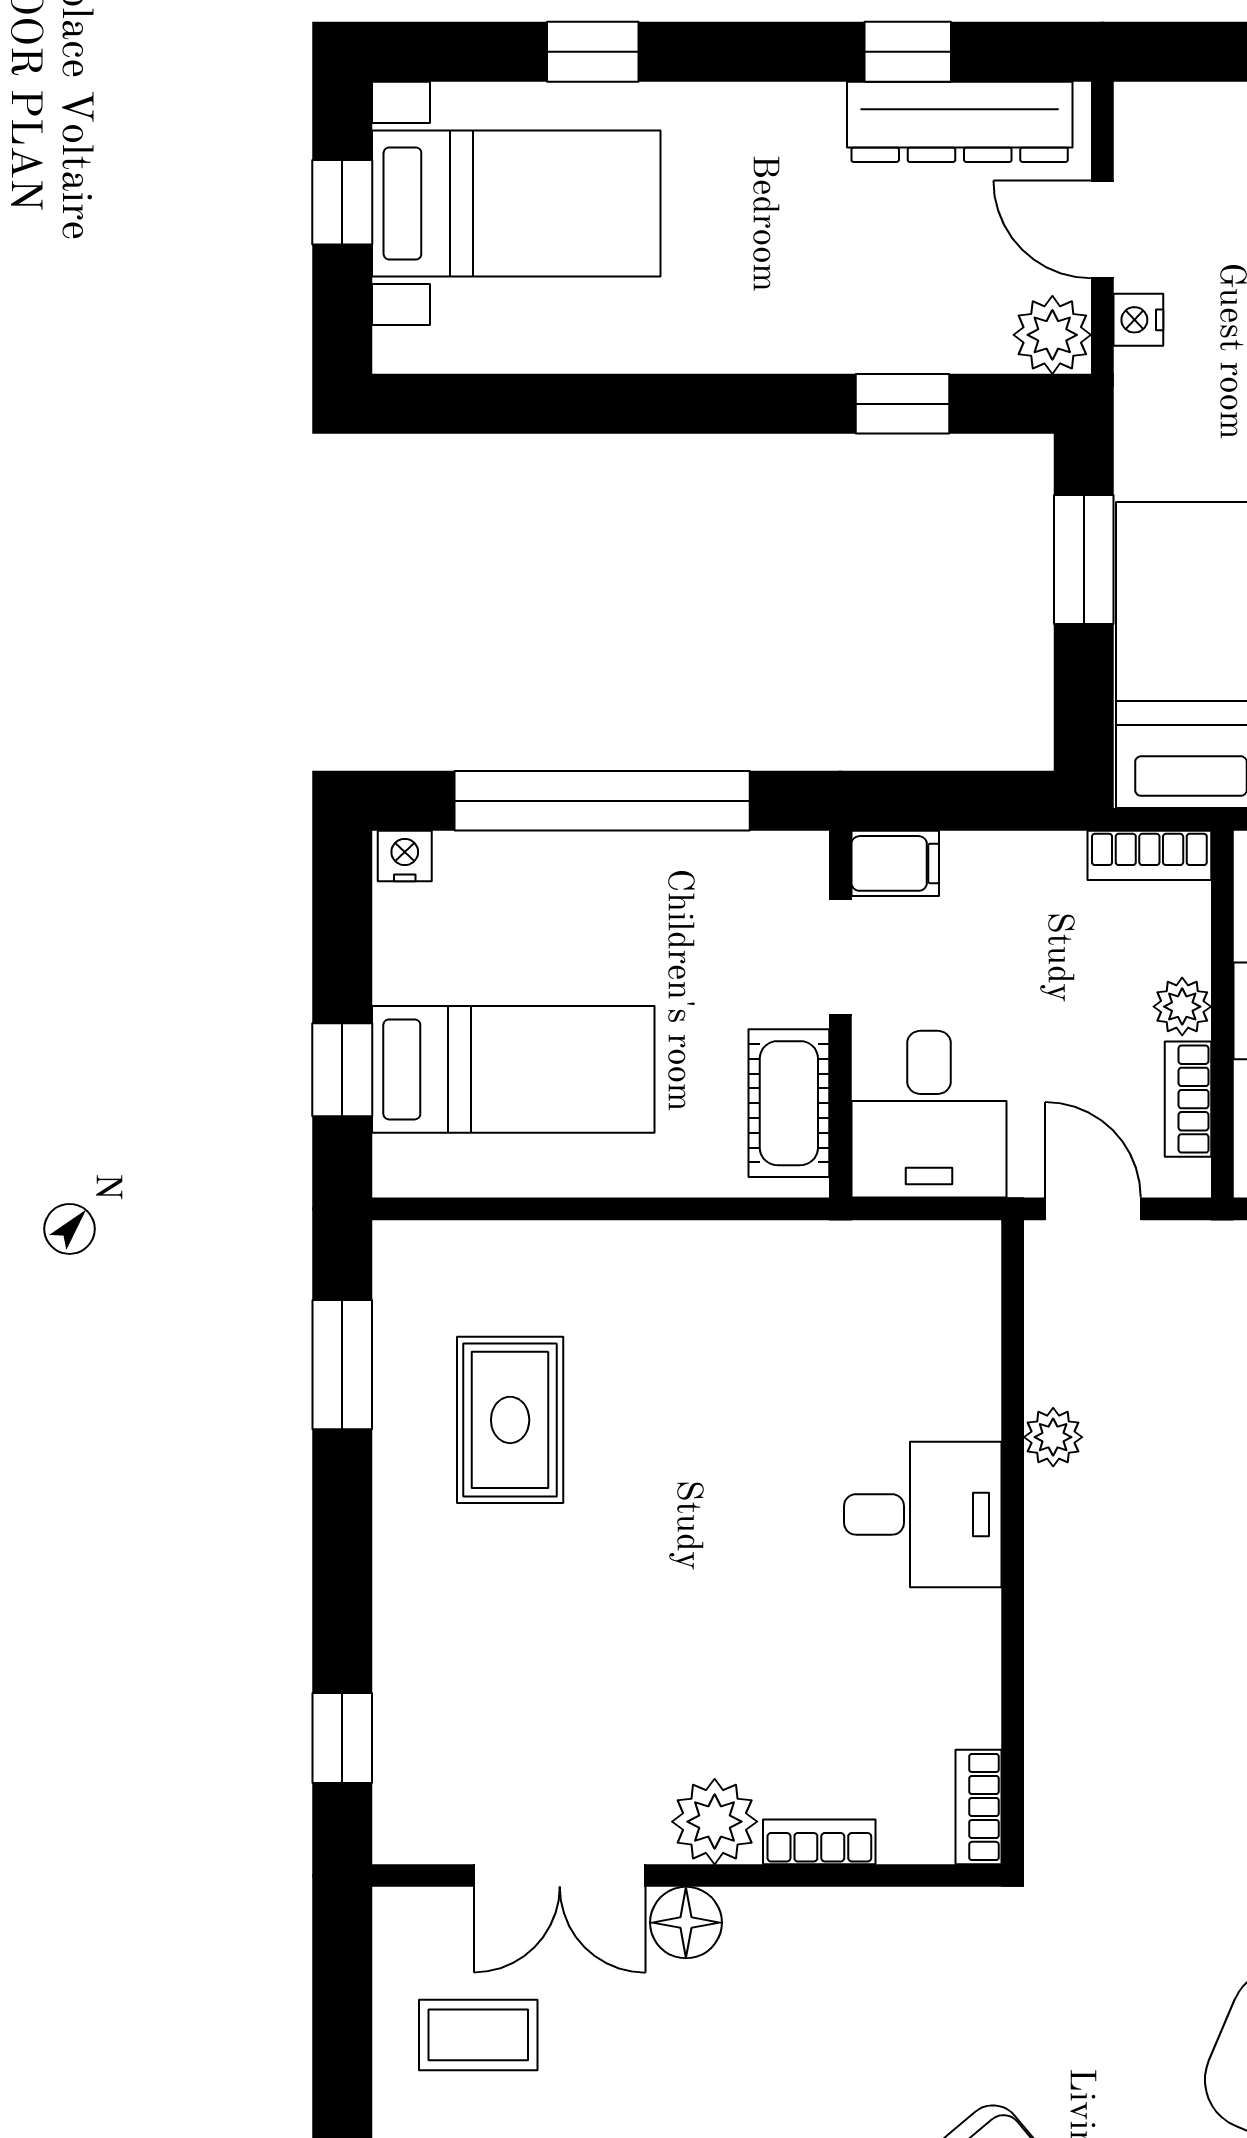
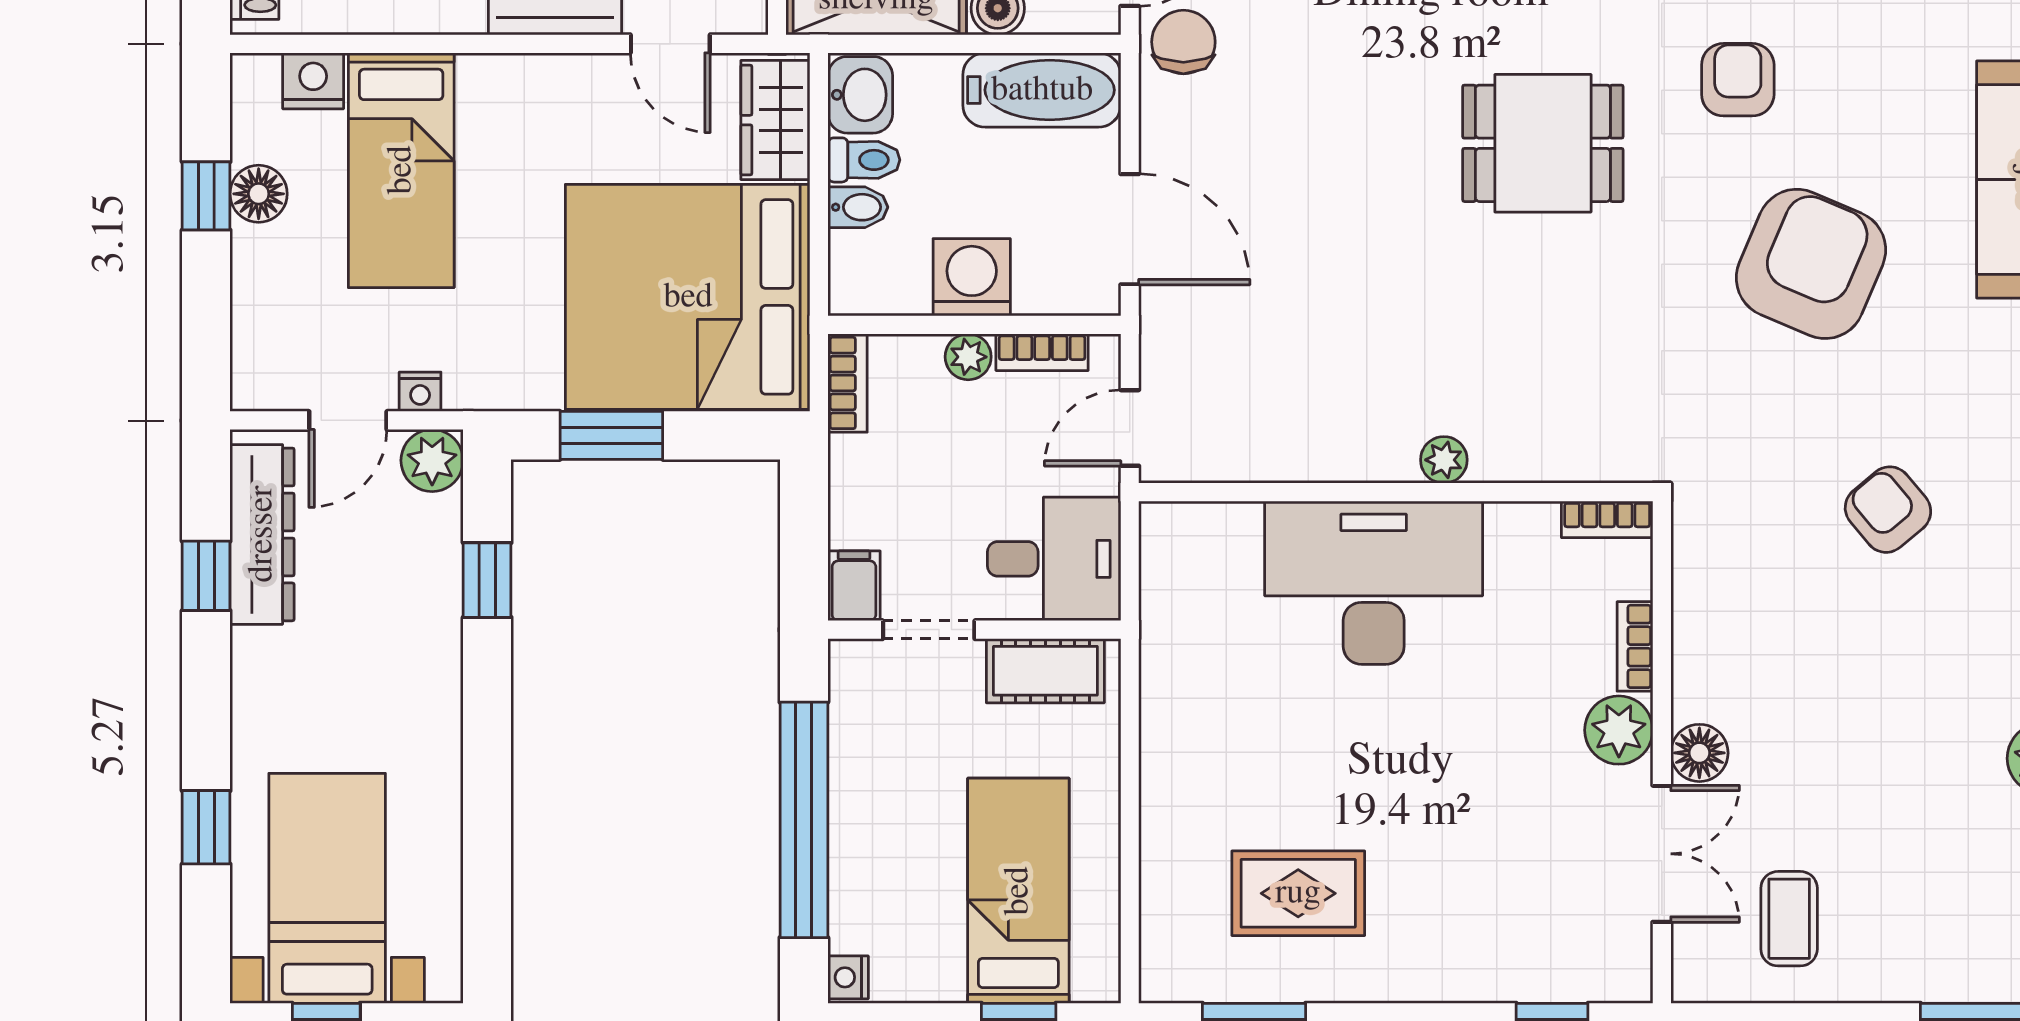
plant: (1053, 1437) -> (1444, 460), moved
desk: (923, 1514) -> (1374, 583), width x1.87, depth x1.30

